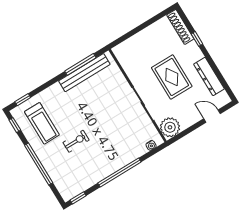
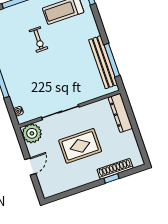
shoe rack: (180, 27) -> (115, 169), moved
dresser: (209, 76) -> (120, 113), moved, turned -90
door: (212, 116) -> (30, 167), moved

